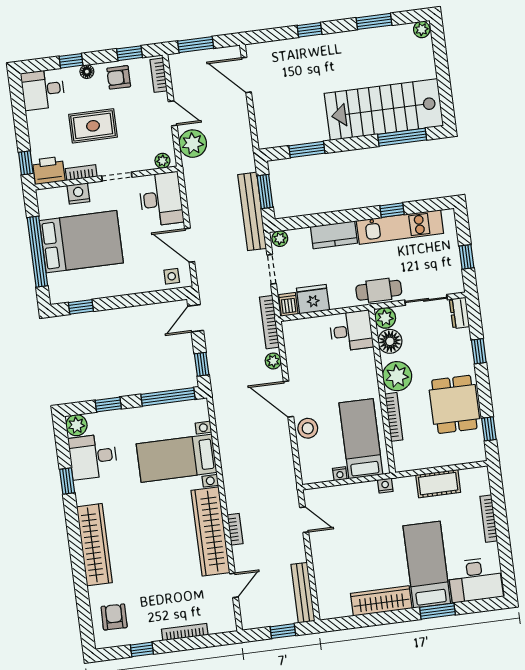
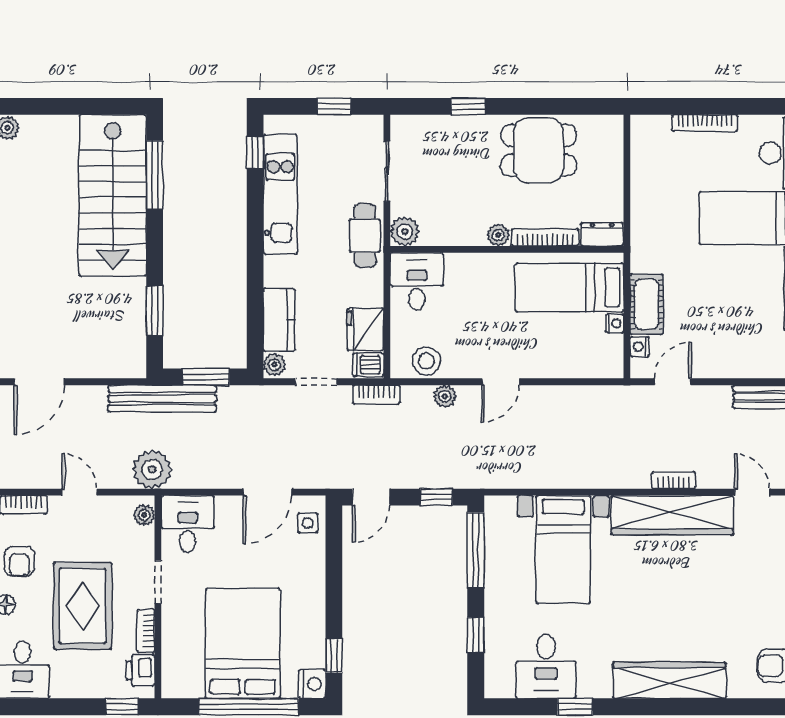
door: (173, 113) -> (80, 492), hinge flipped
rug: (93, 126) -> (83, 606), width x1.36, depth x1.43
plant: (193, 144) -> (152, 469), moved
printer: (49, 170) -> (140, 670), width x0.73, depth x0.81
nightstand: (78, 193) -> (312, 684), moved, turned 180
desk: (161, 199) -> (188, 524), width x0.73
window: (392, 210) -> (255, 152), moved
bench: (252, 211) -> (162, 399), moved
kitchen counter: (334, 235) -> (279, 320), moved
dresser: (459, 313) -> (602, 234), moved, turned 180
door: (196, 318) -> (371, 497), hinge flipped
bookcase: (269, 322) -> (376, 395), width x0.64
floor lamp: (390, 341) -> (439, 229), removed
plant: (397, 376) -> (498, 235), width x0.53, depth x0.53
door: (288, 399) -> (501, 382), width x0.73
plant: (76, 425) -> (499, 684), removed
stool: (308, 428) -> (426, 361), moved
window: (489, 429) -> (579, 106), removed
cot: (438, 484) -> (647, 304), moved
nightstand: (385, 486) -> (640, 347), moved

